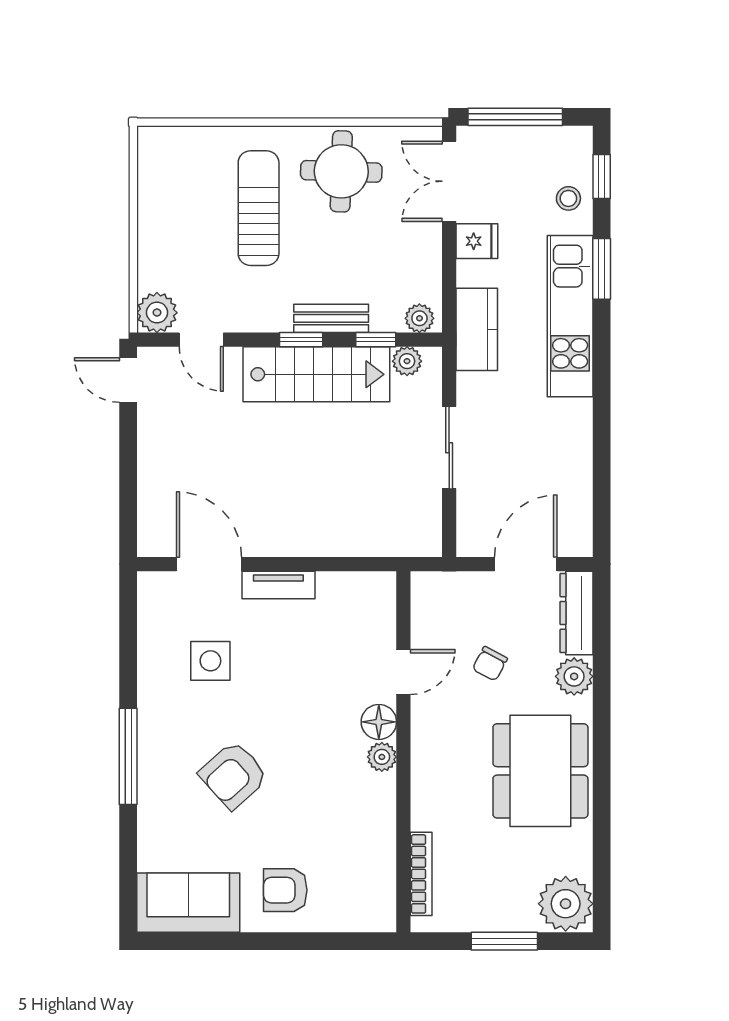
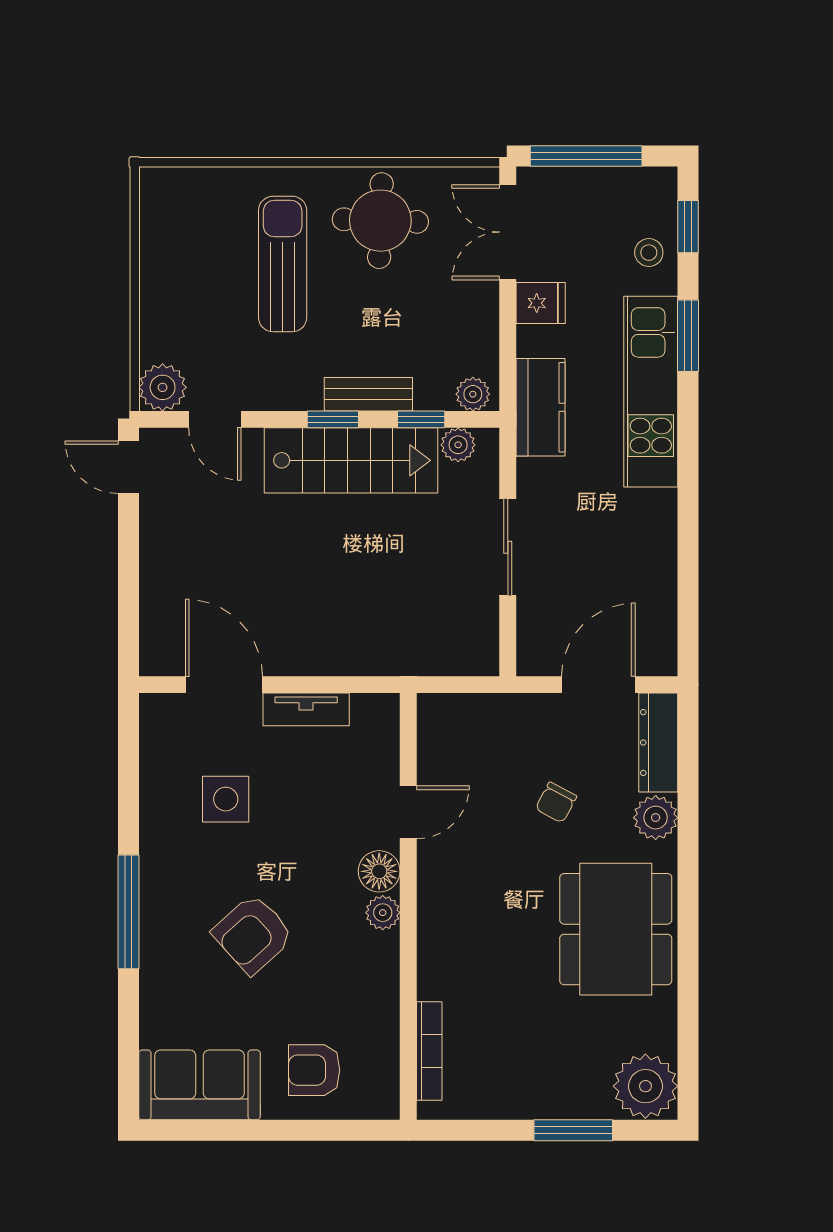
door: (403, 672) -> (408, 812), moved
floor lamp: (379, 722) -> (379, 871), moved
wall: (403, 752) -> (408, 906), moved
plant: (382, 757) -> (383, 913), moved
bookcase: (421, 874) -> (429, 1051), moved

